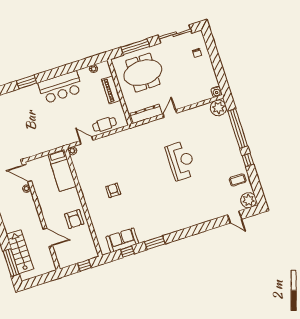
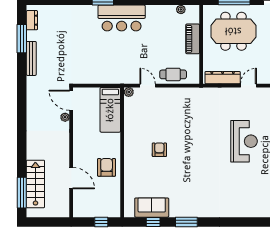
bar counter: (60, 87) -> (122, 18), moved
armchair: (74, 219) -> (107, 167), turned 180

